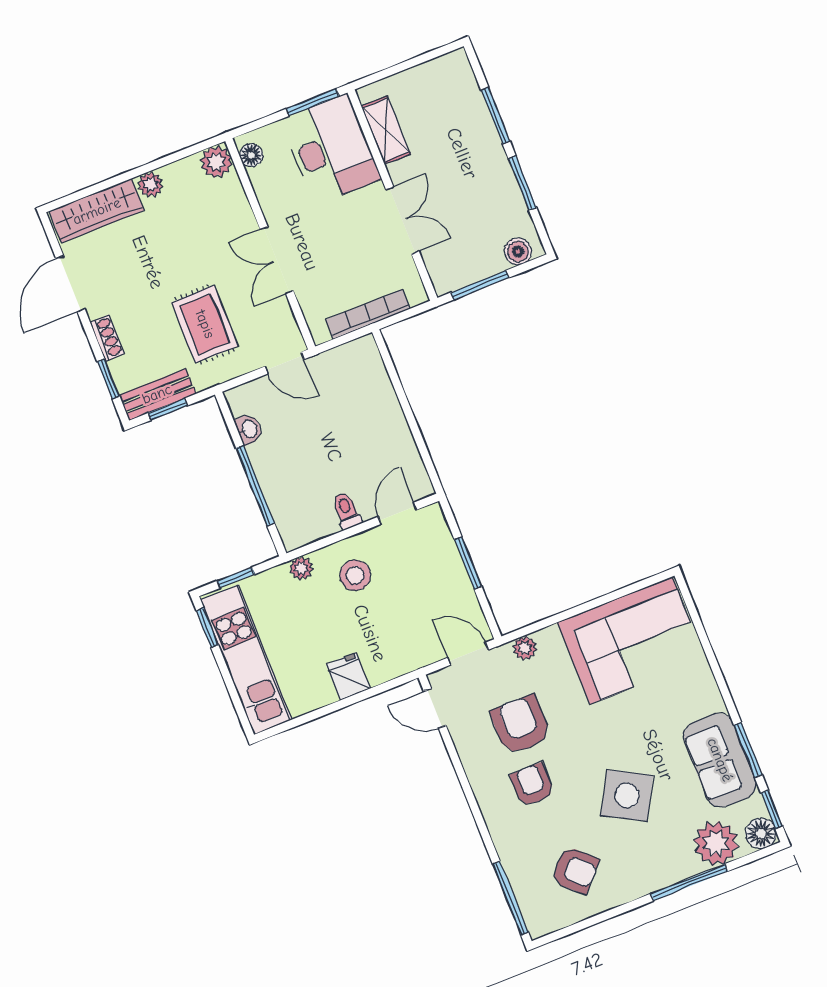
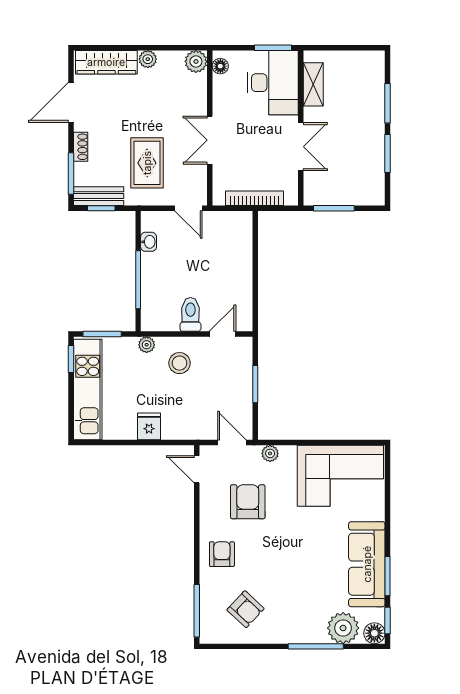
boiler: (518, 251) -> (367, 196), removed
window: (108, 379) -> (71, 173), width x1.50
toilet: (346, 510) -> (190, 314), width x1.37, depth x1.39
window: (236, 578) -> (102, 334), width x1.50
sofa: (720, 760) -> (367, 564), width x1.36
armchair: (532, 785) -> (222, 554), moved
side table: (627, 795) -> (298, 574), removed

